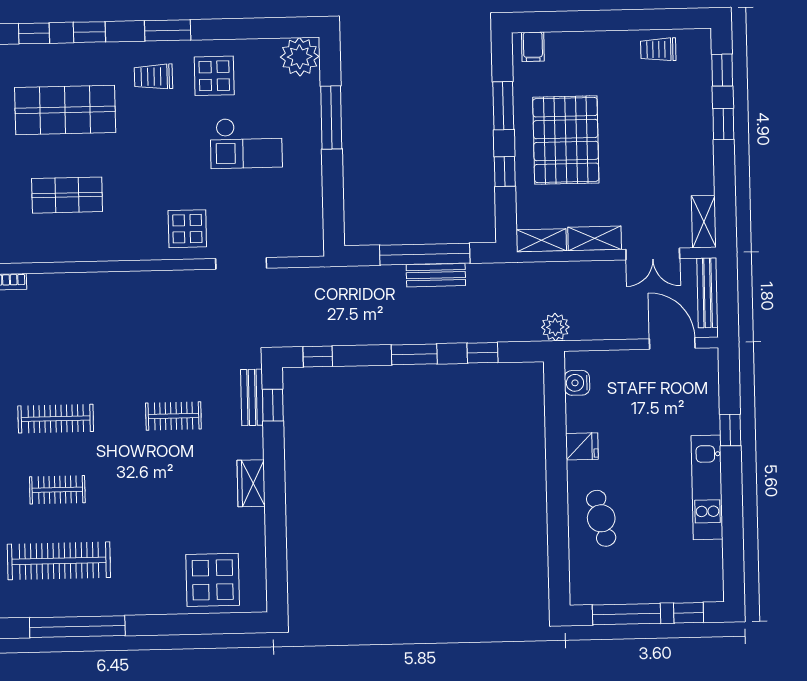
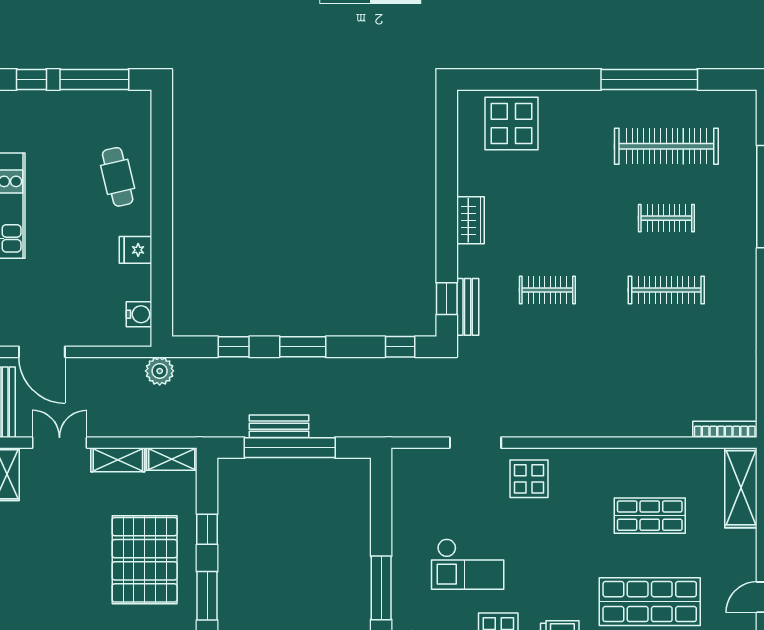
checkout: (246, 143) -> (468, 564), turned 180

